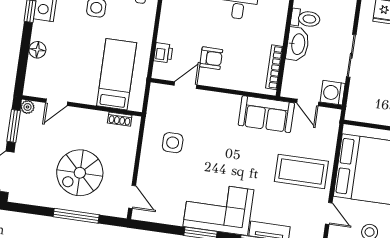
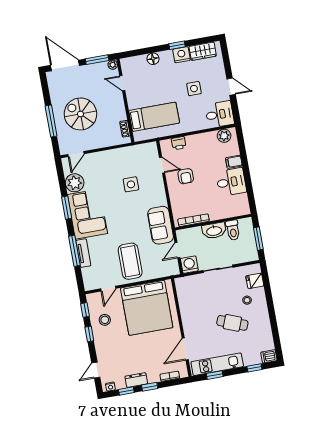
side table: (173, 143) -> (131, 184), moved
plant: (170, 212) -> (75, 183), added

